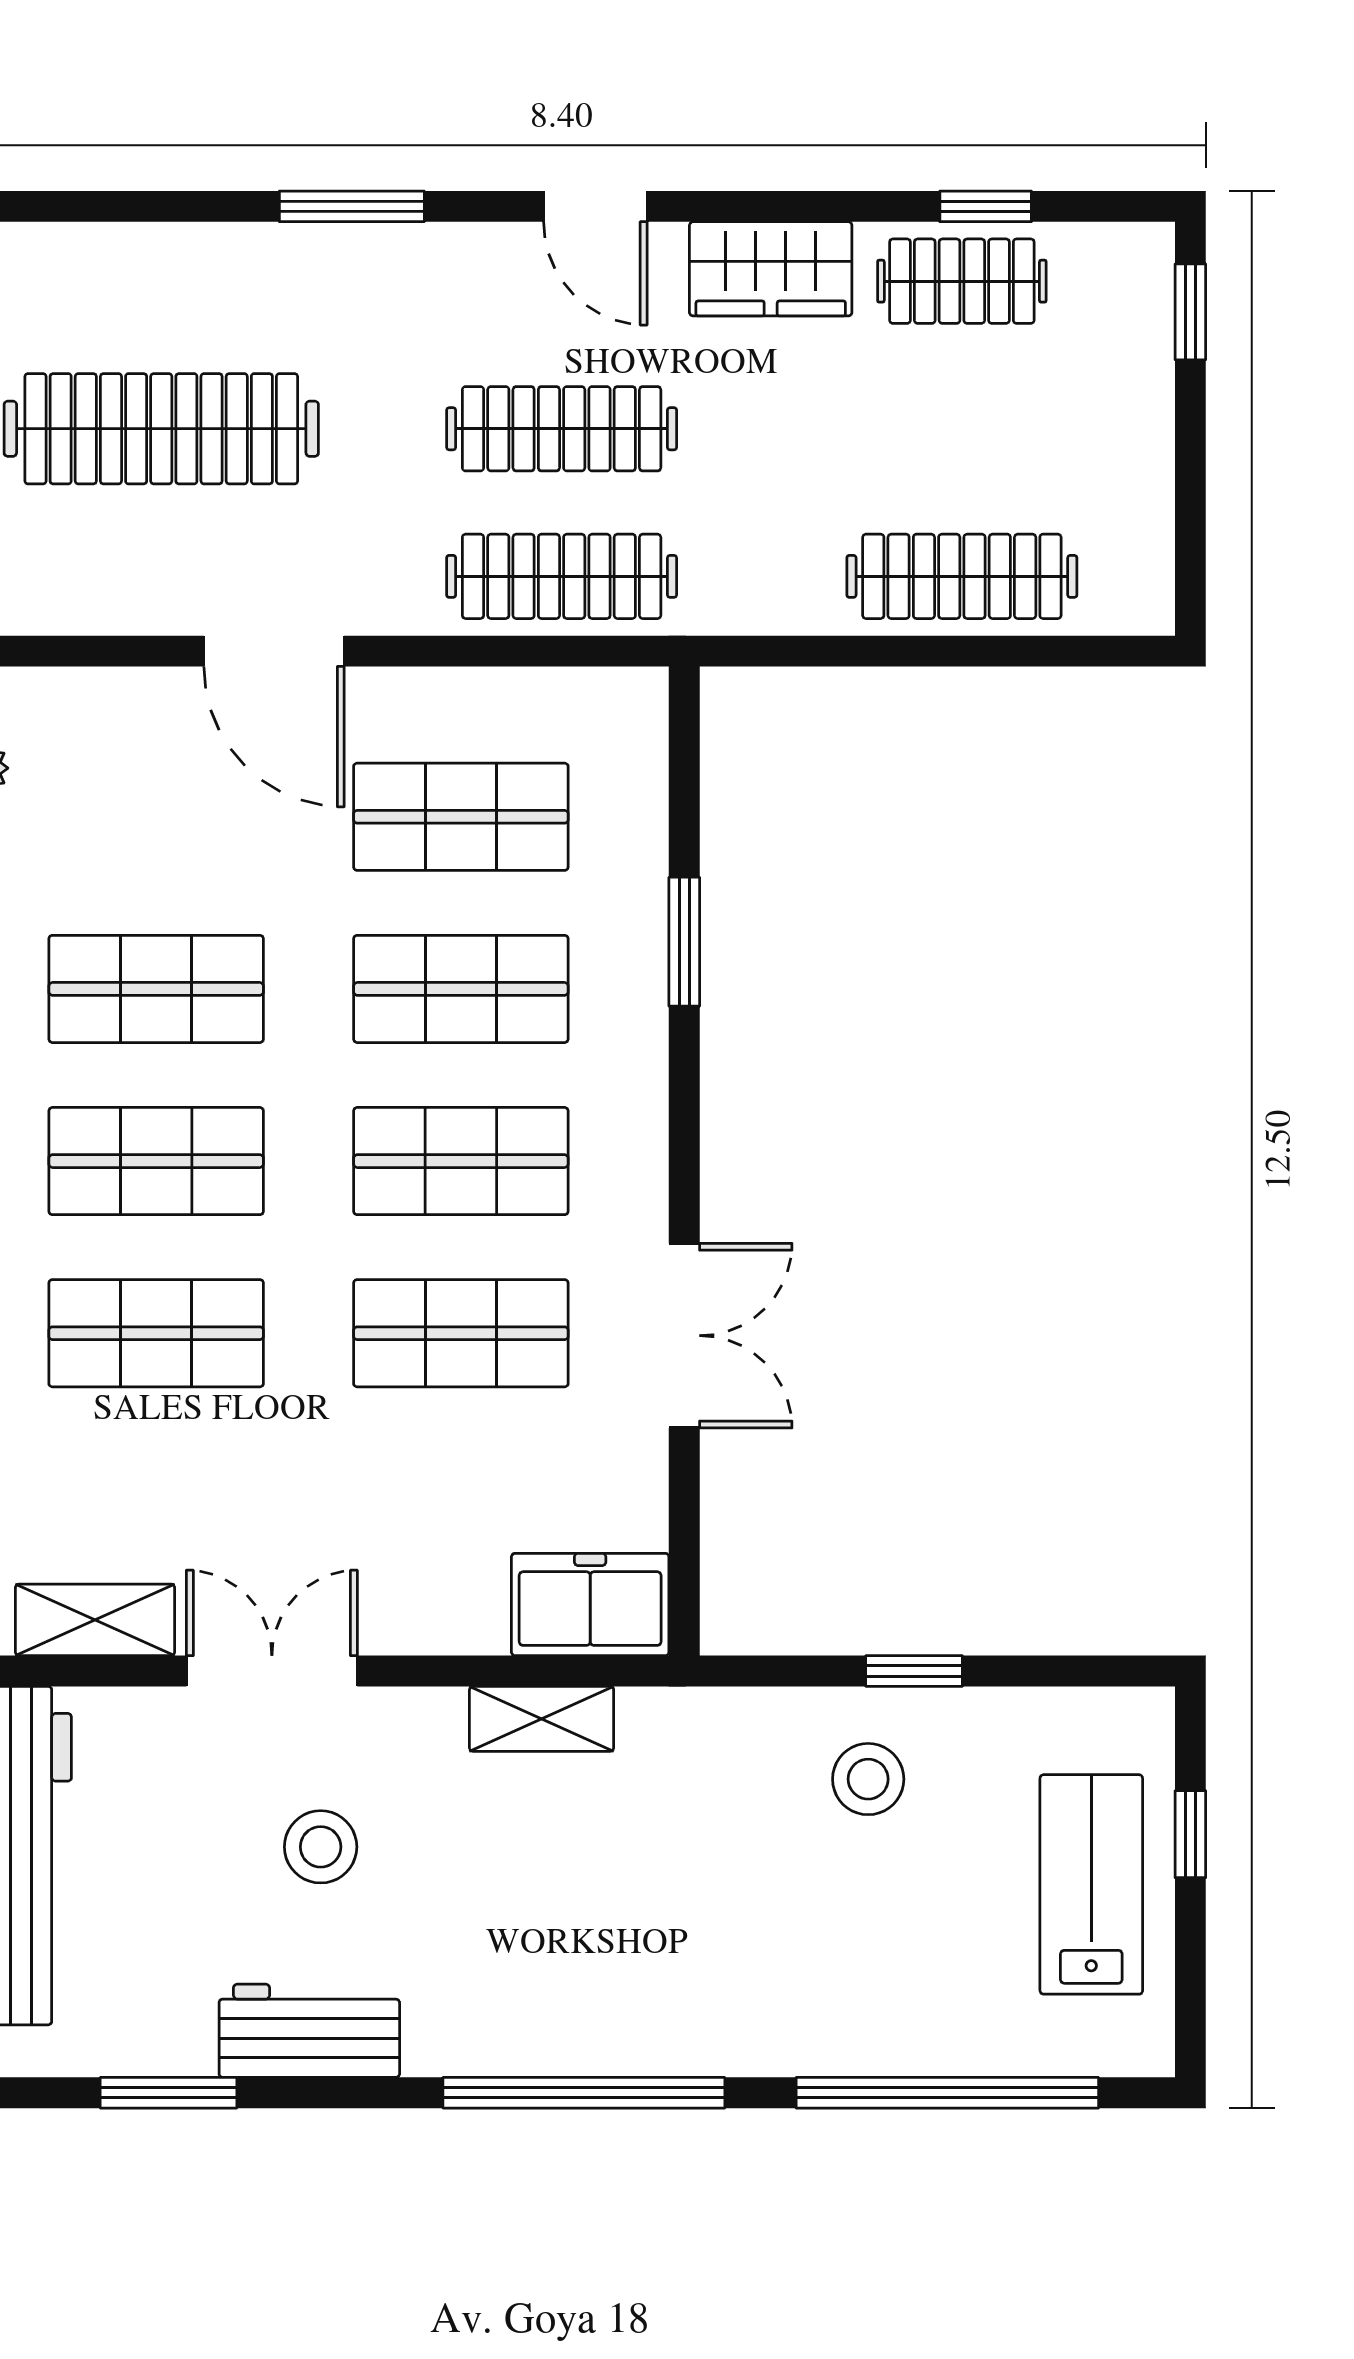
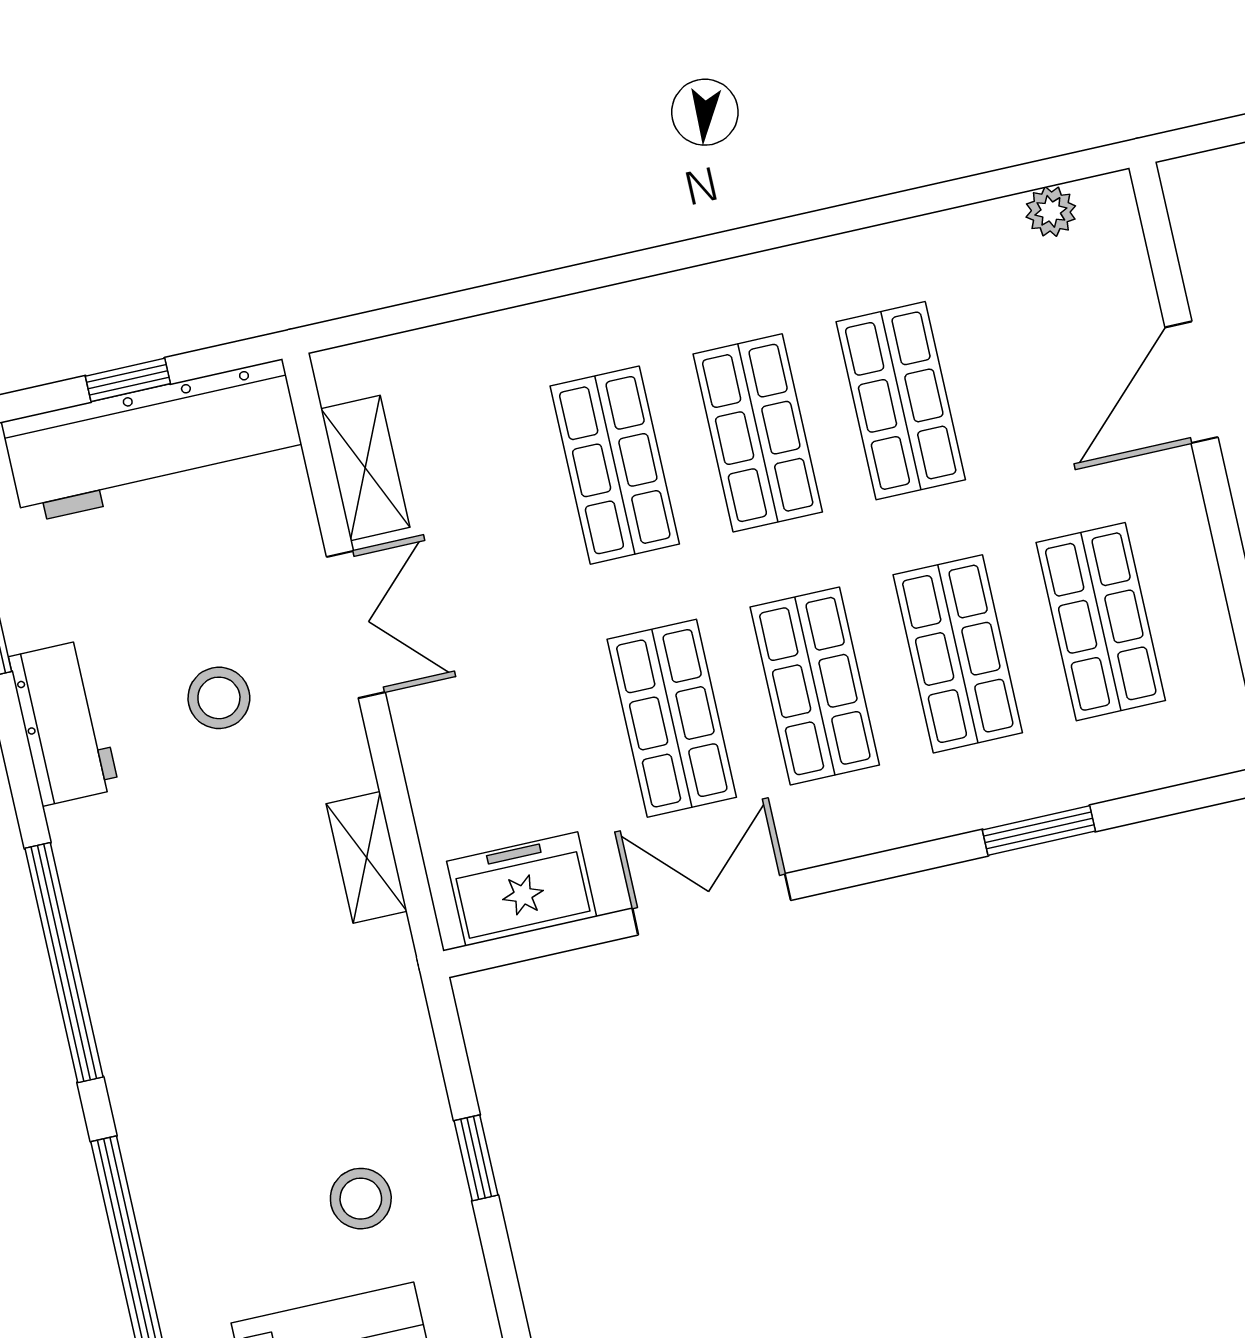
door: (274, 651) -> (1191, 382), moved
double door: (684, 1336) -> (712, 904), swing flipped
freezer: (590, 1604) -> (522, 889), moved, turned -90
stool: (868, 1779) -> (361, 1199), moved

